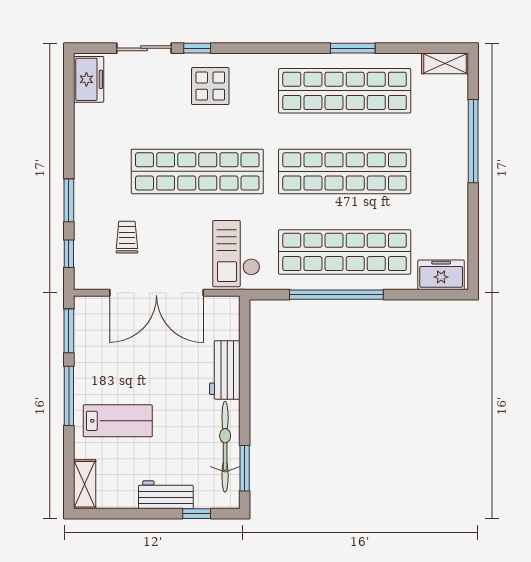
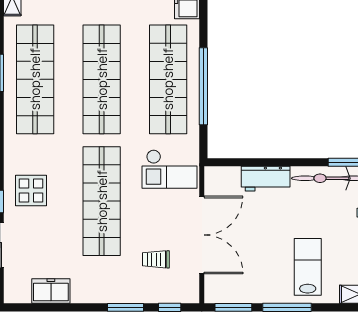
freezer: (89, 79) -> (51, 291), moved

